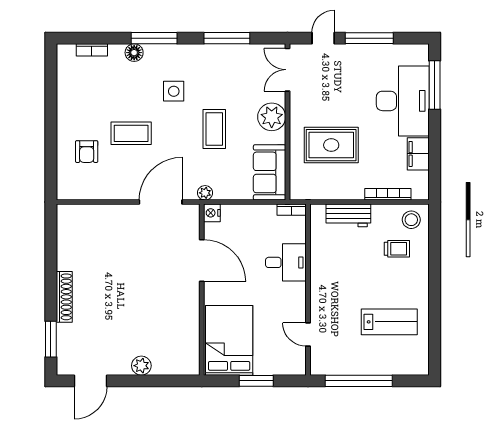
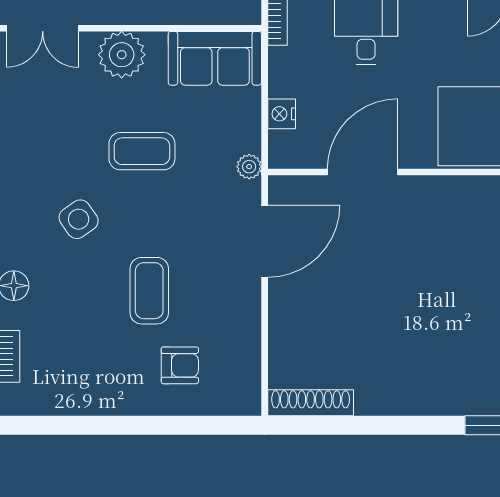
side table: (174, 91) -> (79, 219), turned -35
door: (161, 202) -> (265, 241), swing flipped
nightstand: (212, 213) -> (282, 114), moved, turned 90
shoe rack: (64, 297) -> (311, 403), moved

